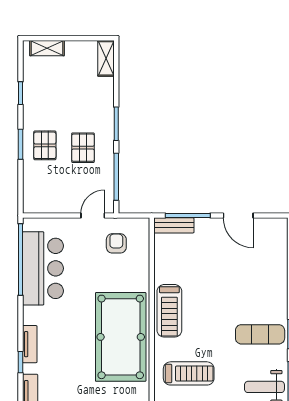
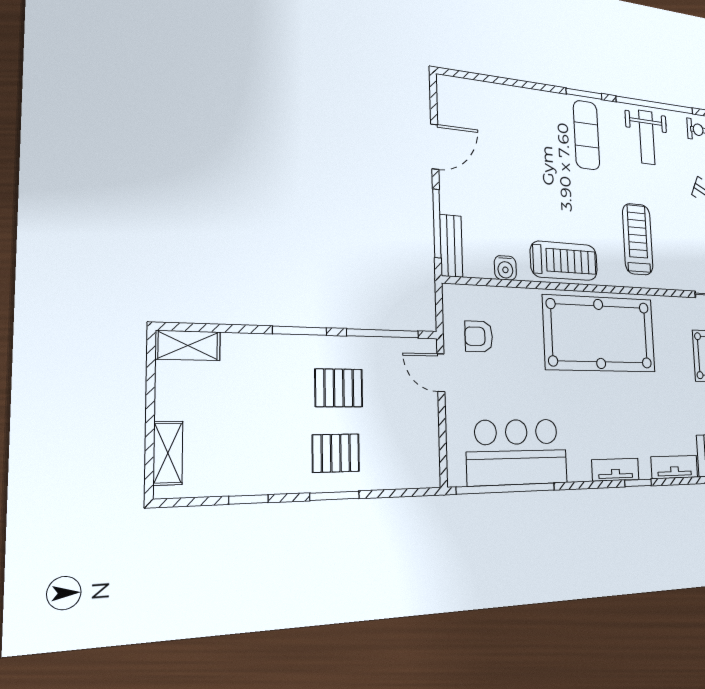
water cooler: (162, 265) -> (505, 268), added

